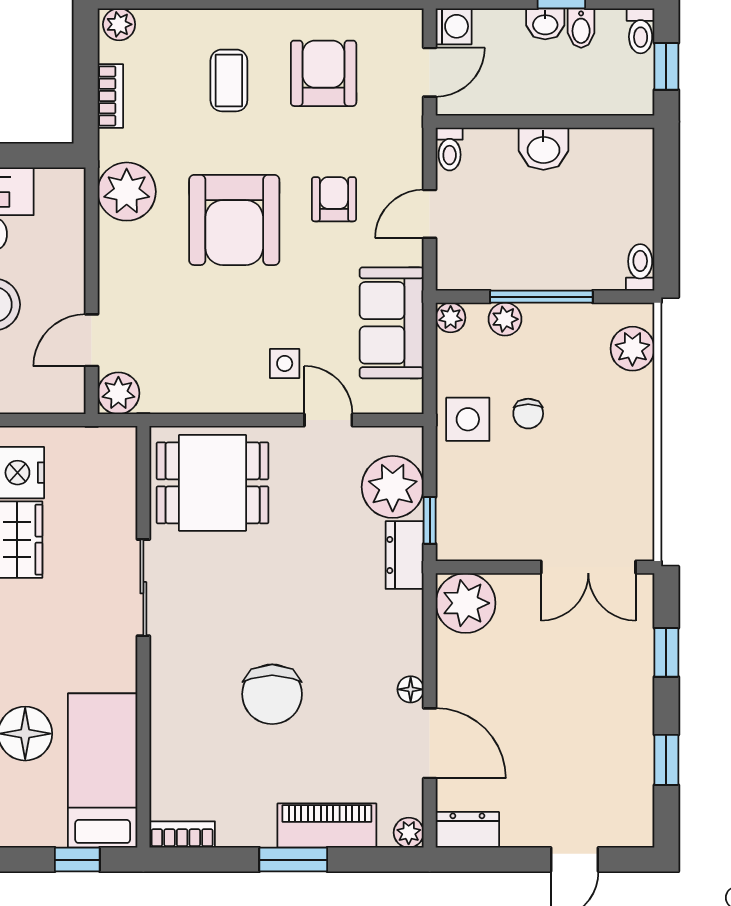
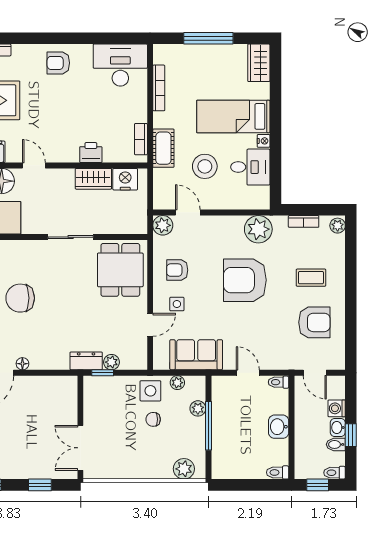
washing machine: (454, 26) -> (337, 408), moved, turned 90
armchair: (334, 199) -> (177, 270), moved, turned 180
toilet: (640, 267) -> (278, 472), moved, turned 180
plant: (451, 318) -> (177, 383), moved
plant: (393, 487) -> (112, 362), width x0.53, depth x0.53
plant: (466, 603) -> (63, 390), removed

